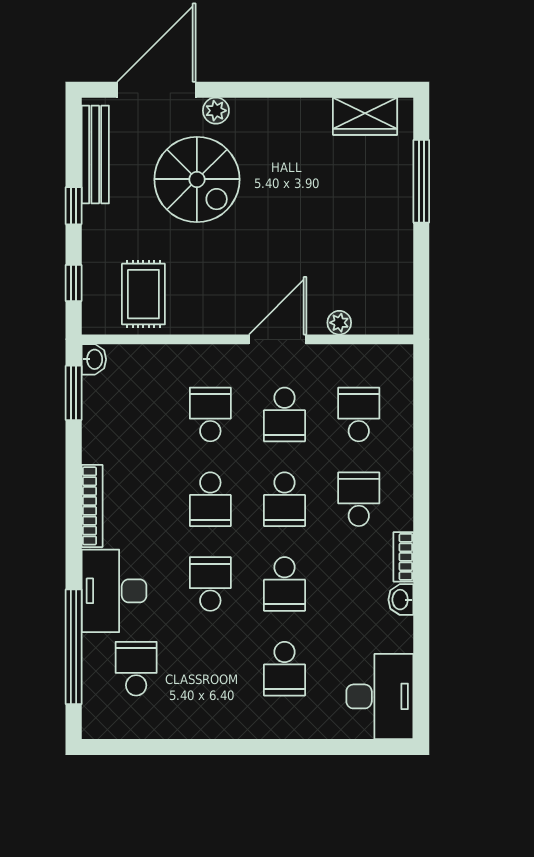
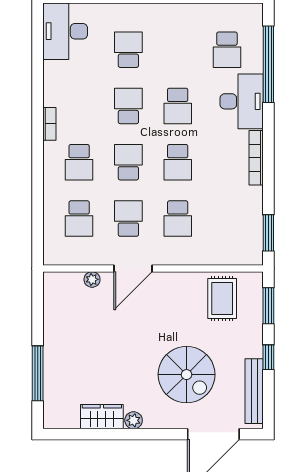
plant: (216, 111) -> (134, 420), moved
wardrobe: (365, 116) -> (102, 417), moved
spiral stairs: (197, 179) -> (187, 375), turned 180
window: (74, 283) -> (268, 306), width x1.50
washbasin: (94, 359) -> (255, 255), removed
school desk: (210, 499) -> (178, 162), turned 180
washbasin: (401, 600) -> (51, 96), removed

